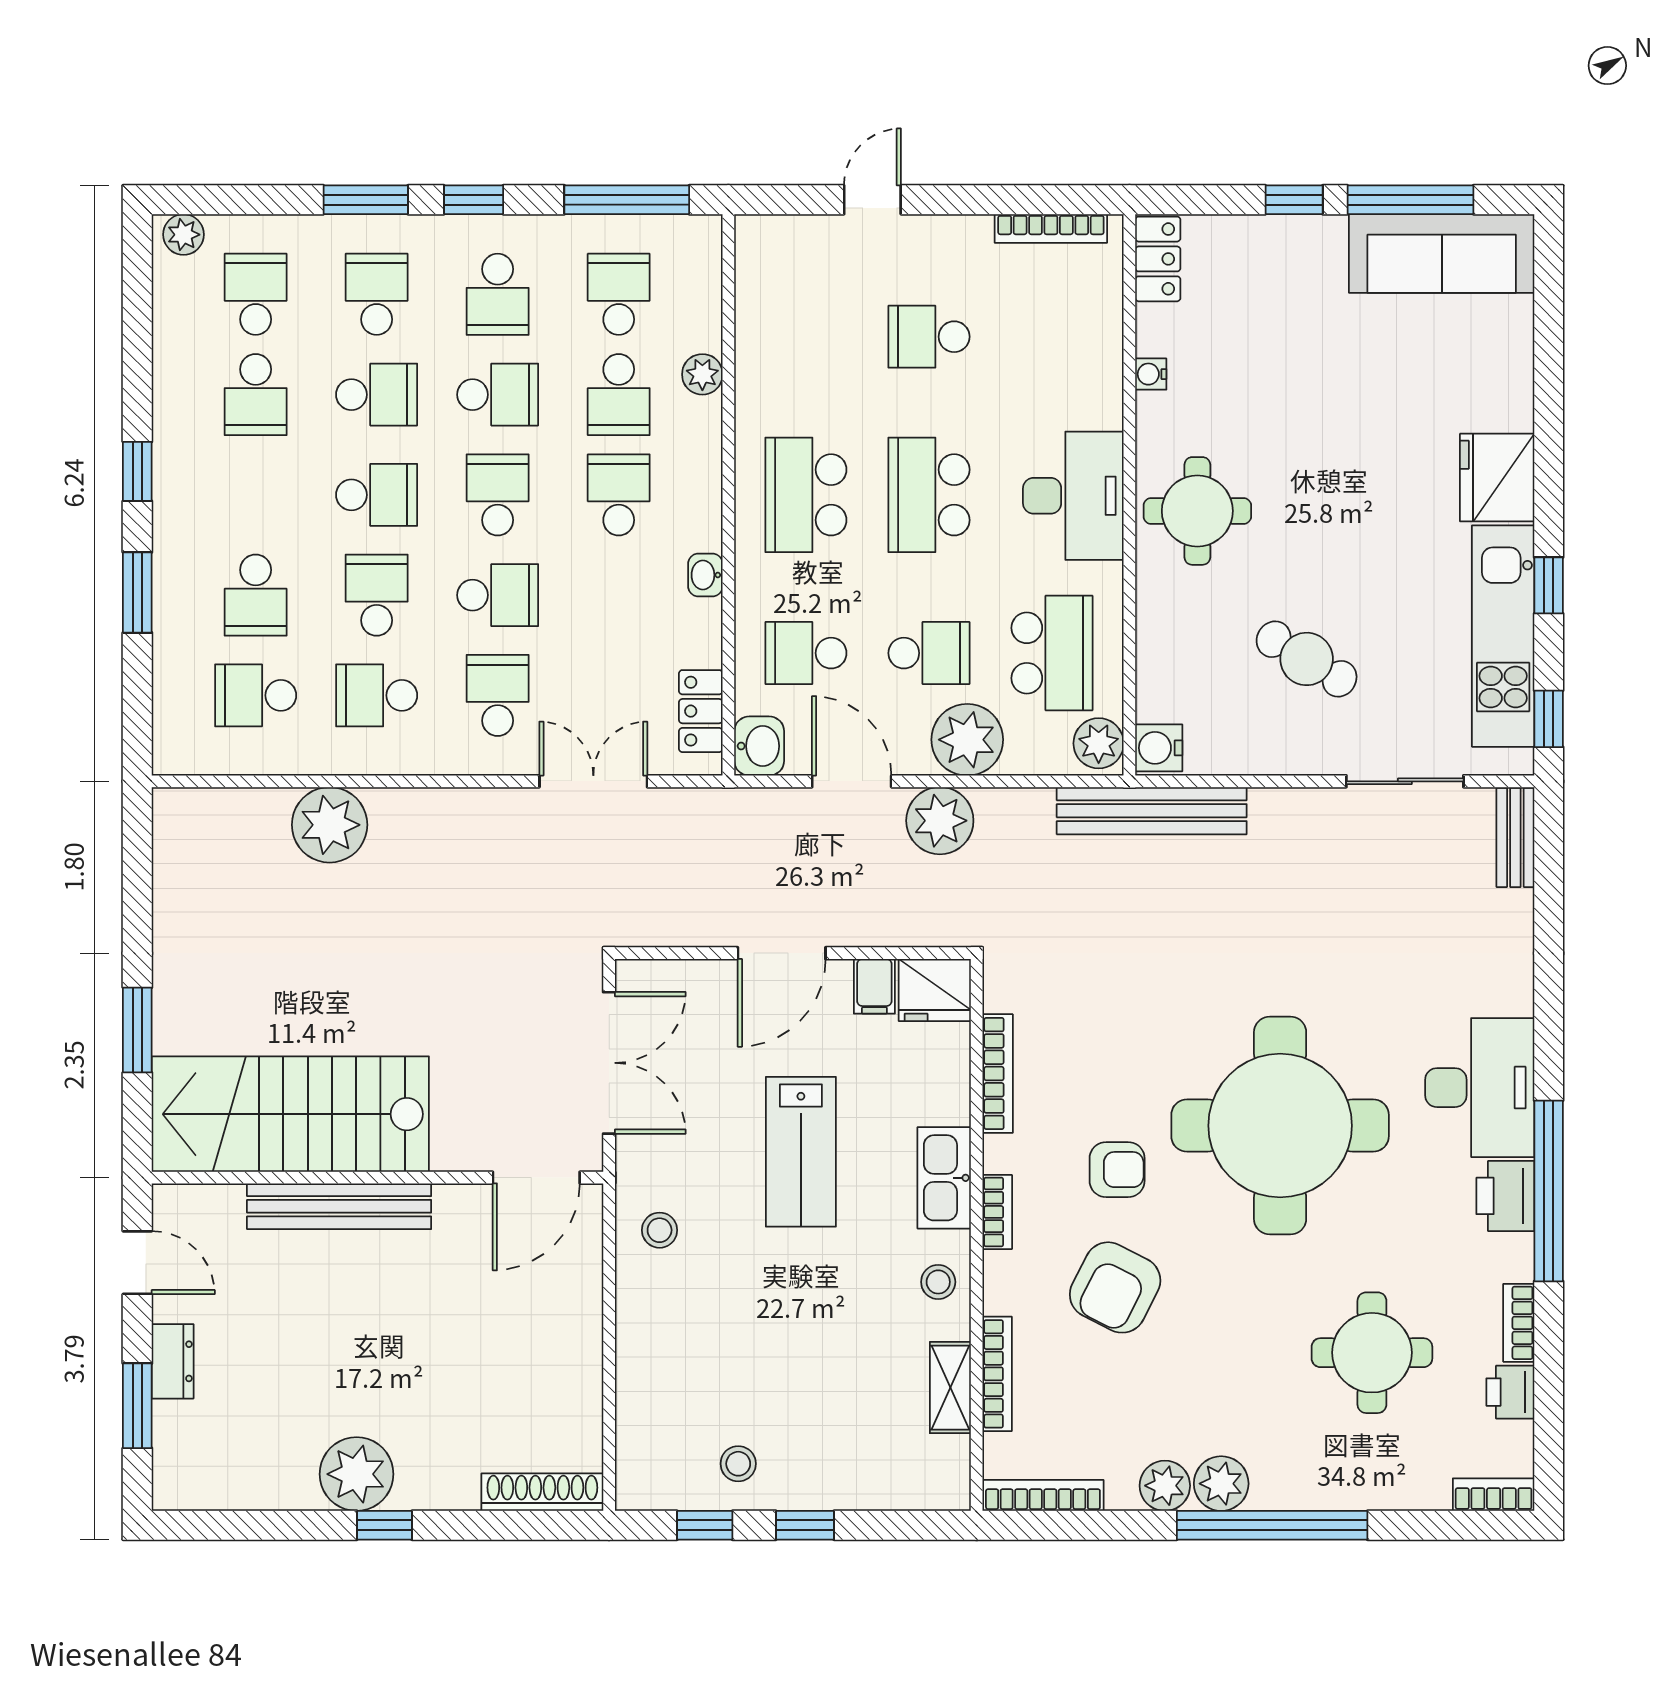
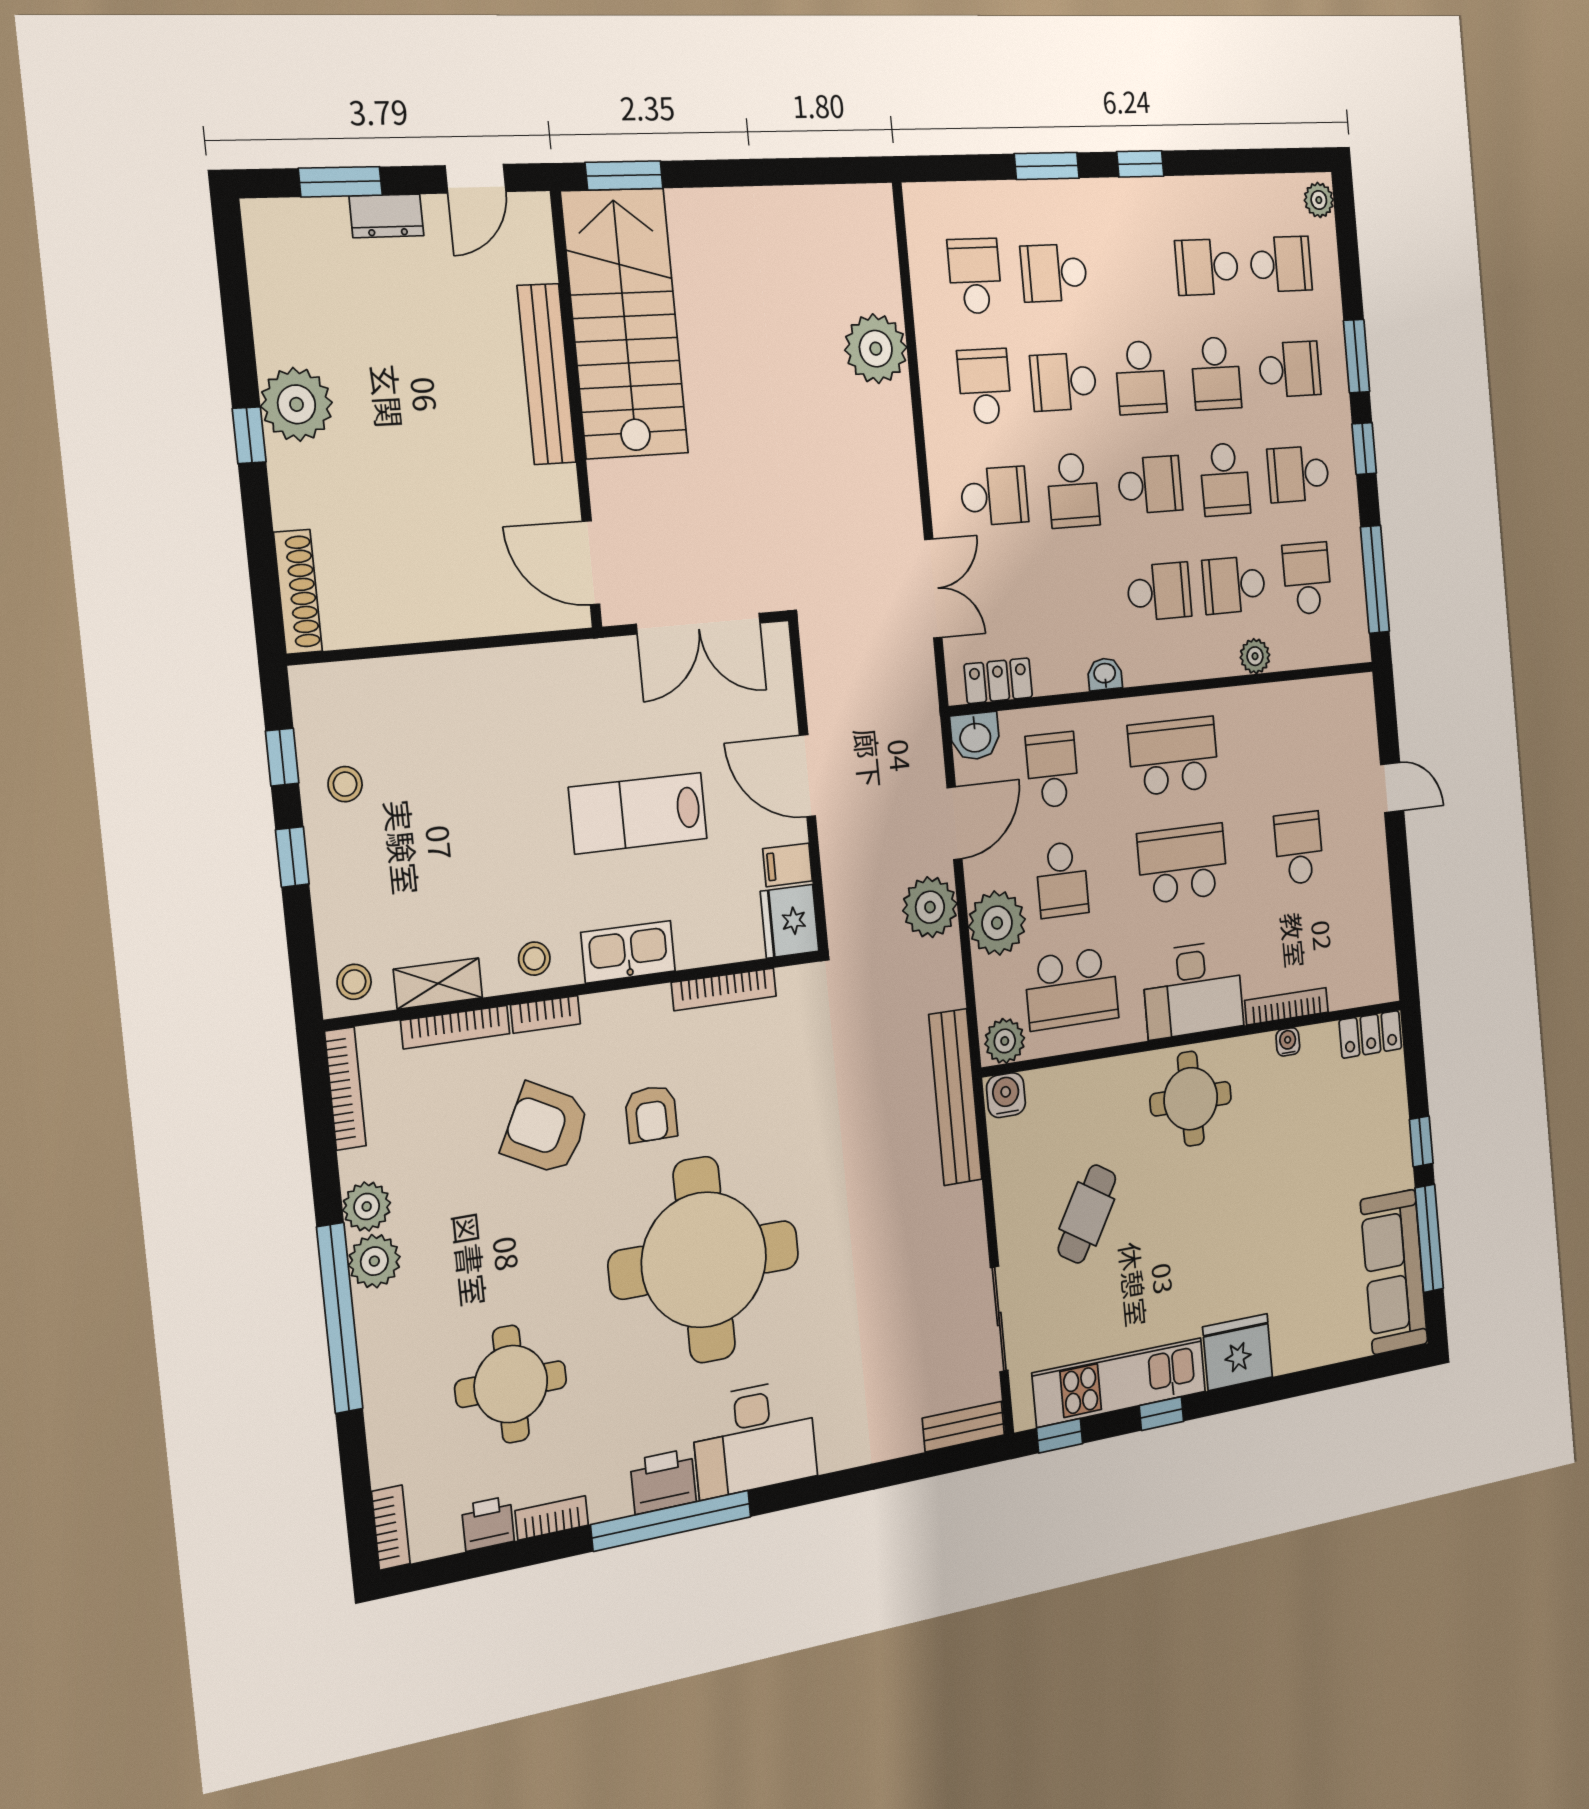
bookcase: (1051, 229) -> (1287, 1006), moved, turned 90
school desk: (619, 294) -> (1307, 578), turned -90
school desk: (377, 595) -> (1064, 382), turned 180
window: (137, 1030) -> (624, 175), moved
bookcase: (997, 1212) -> (546, 1014), moved
stool: (660, 1230) -> (354, 982), moved

